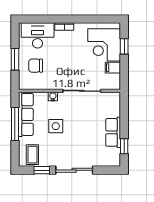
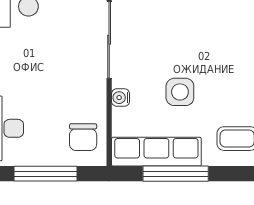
window: (15, 59) -> (46, 174), width x1.44
chair: (36, 66) -> (83, 137), moved

